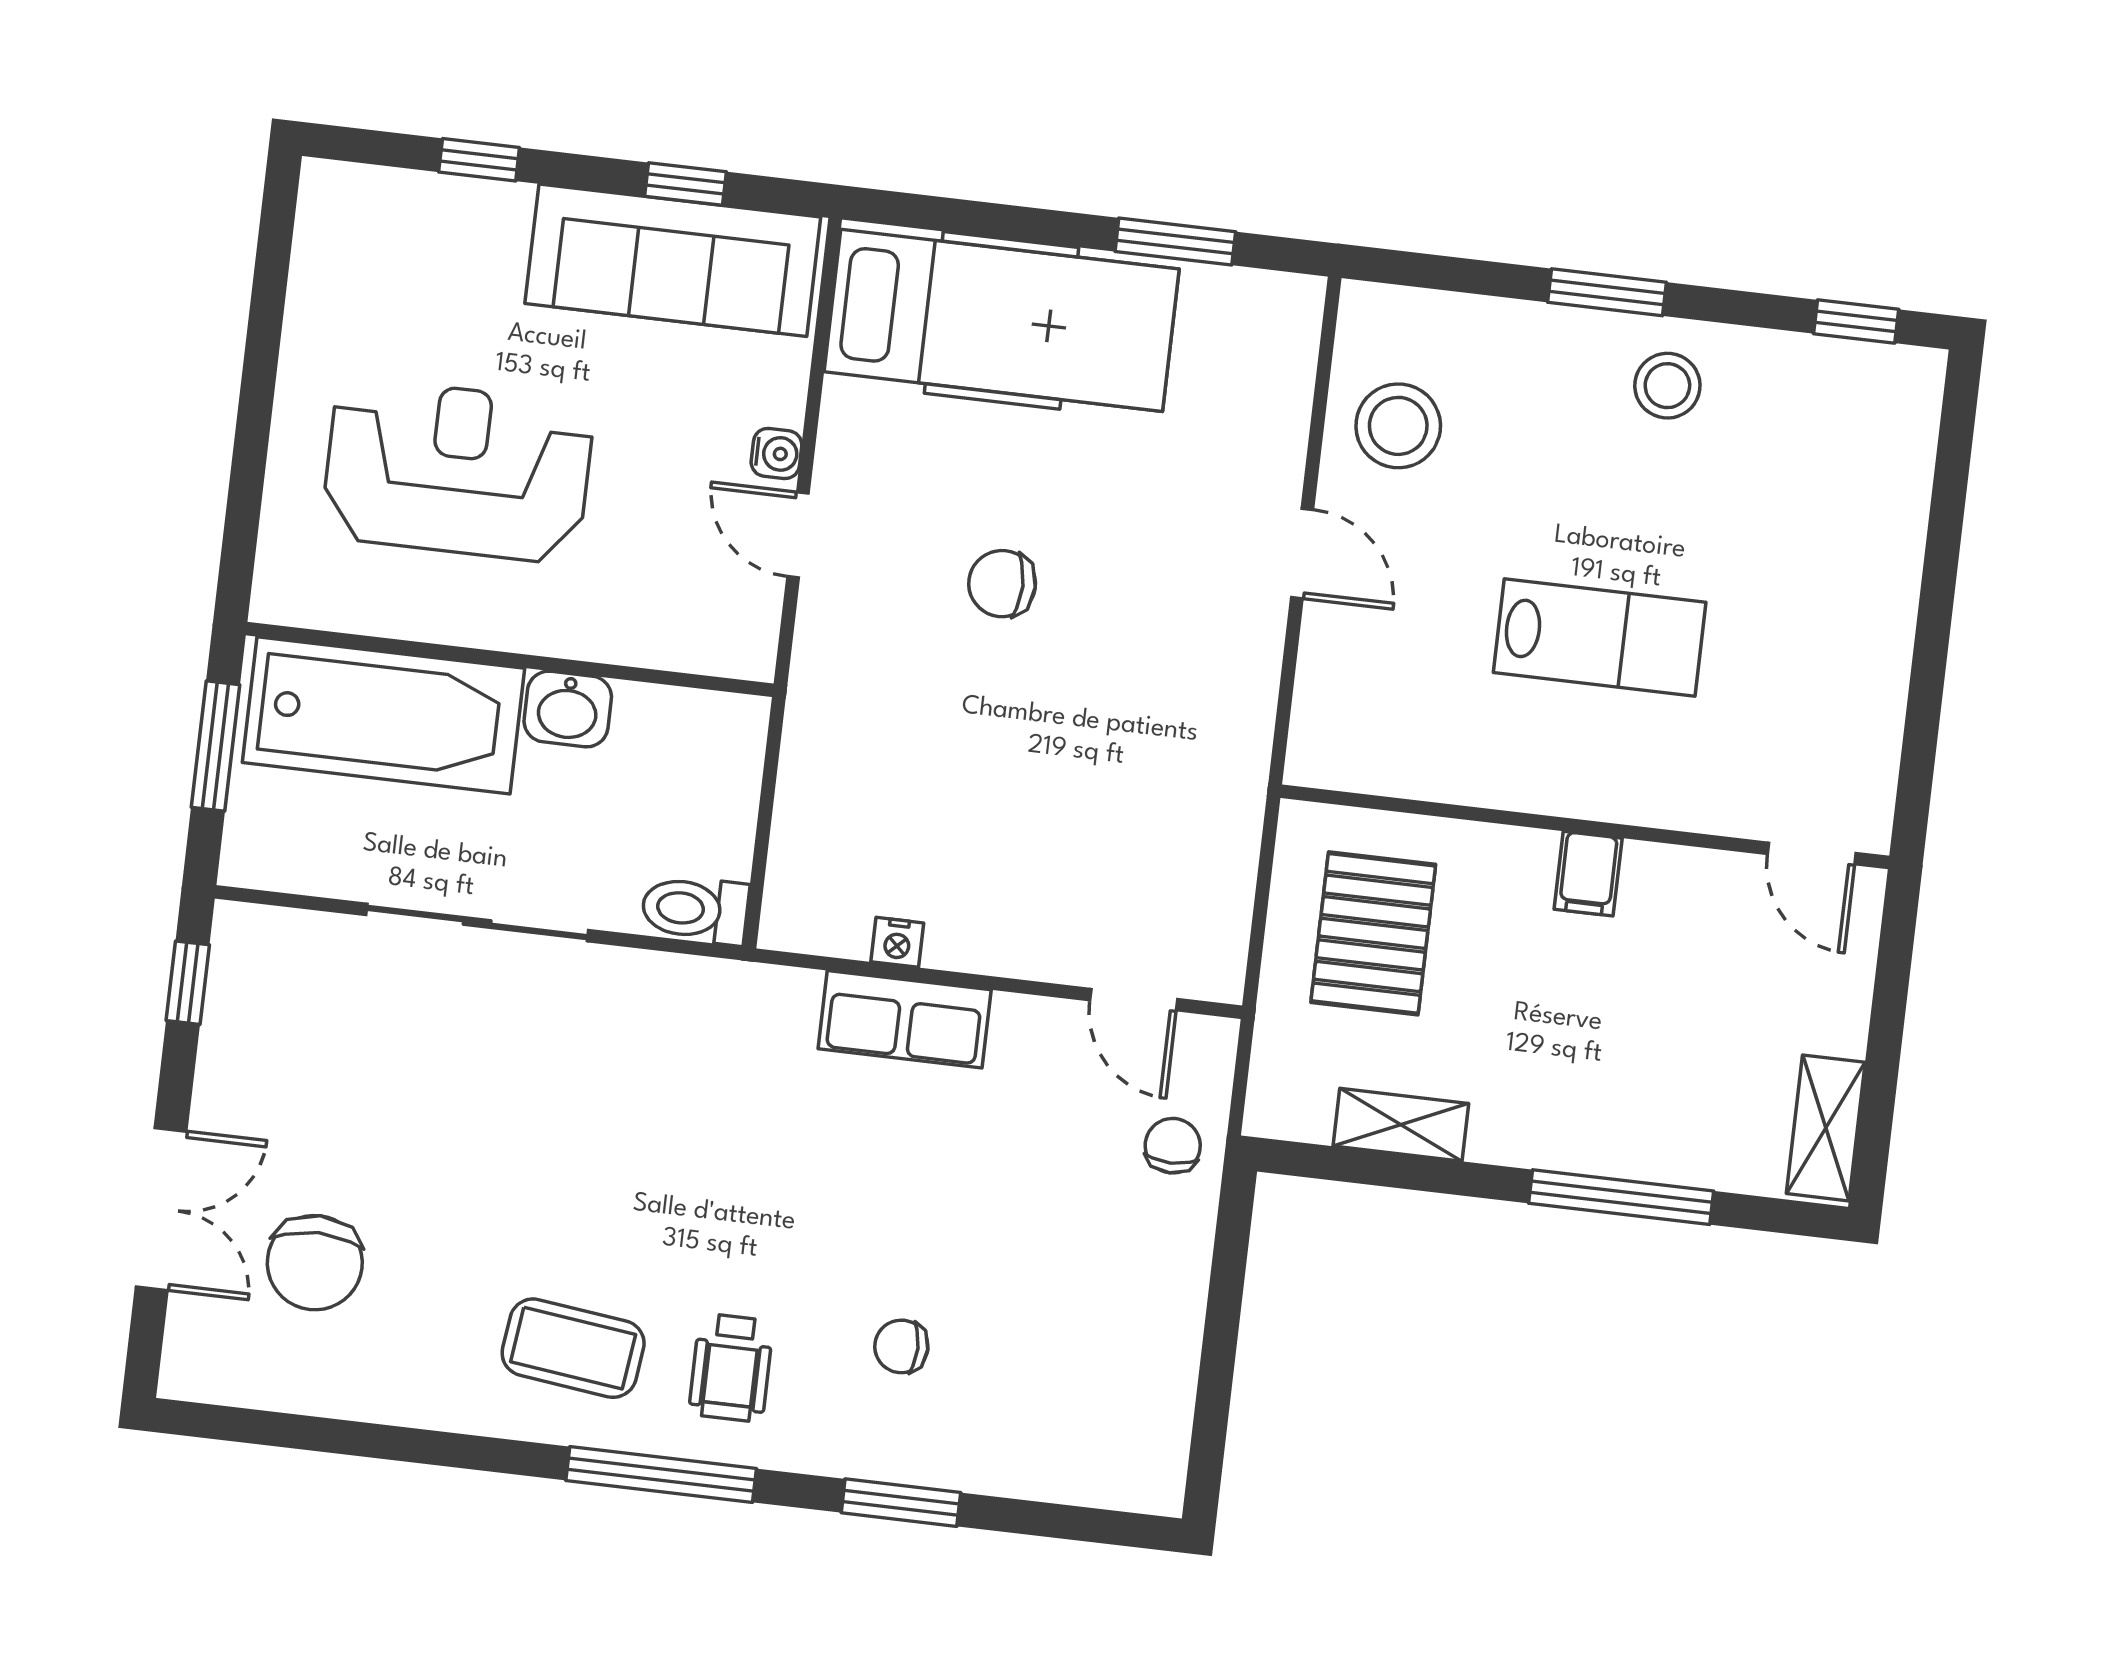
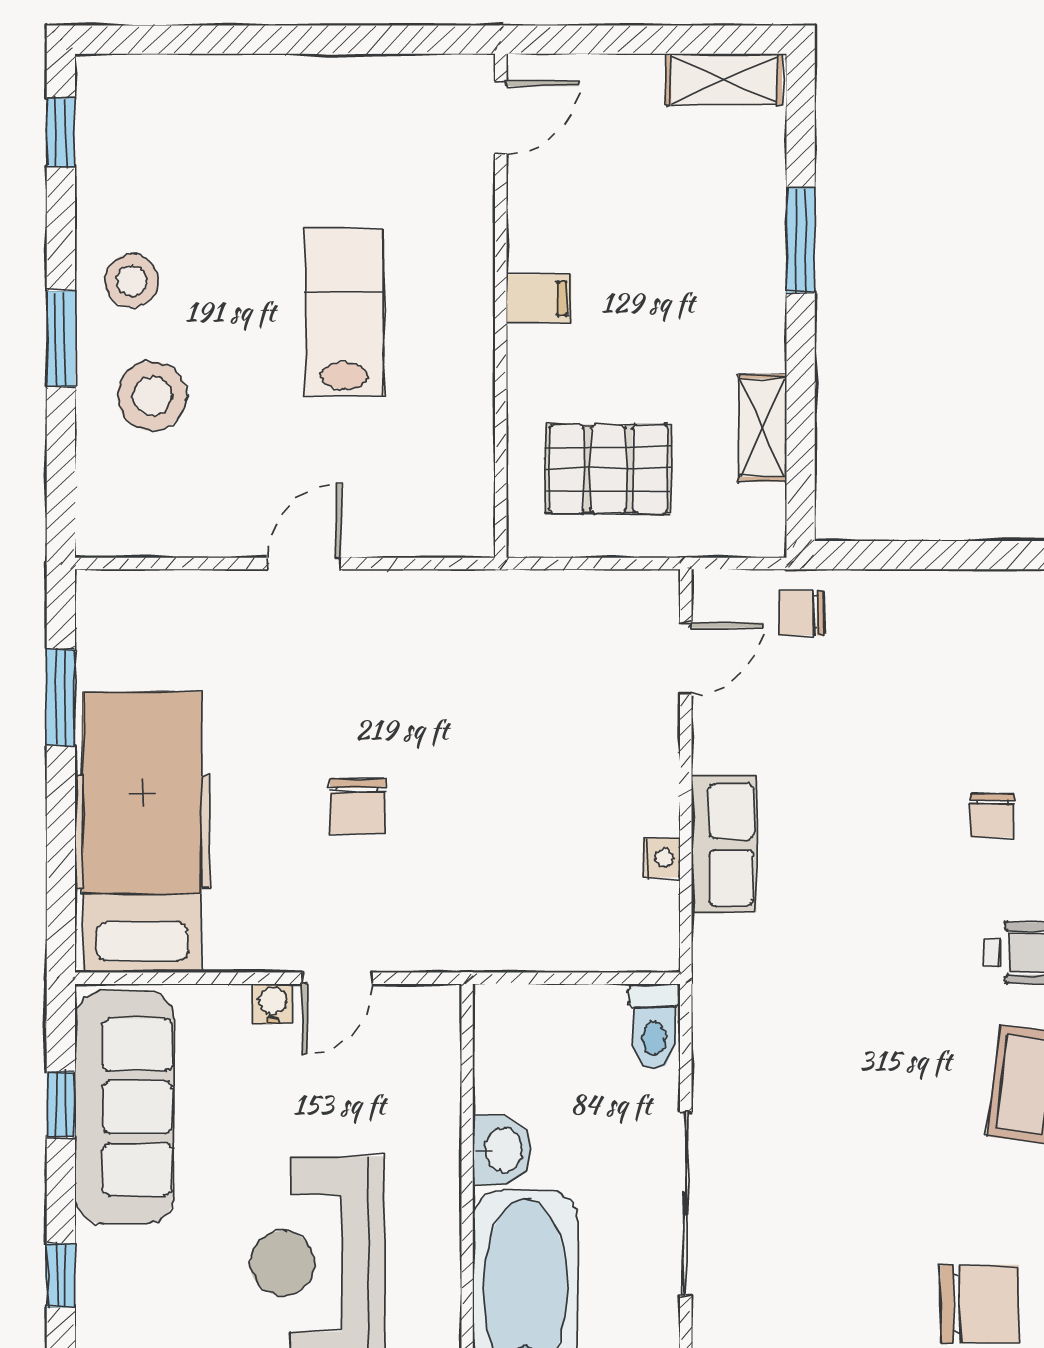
stool: (1398, 426) -> (152, 396), moved
window: (1621, 1197) -> (801, 240), width x0.69

